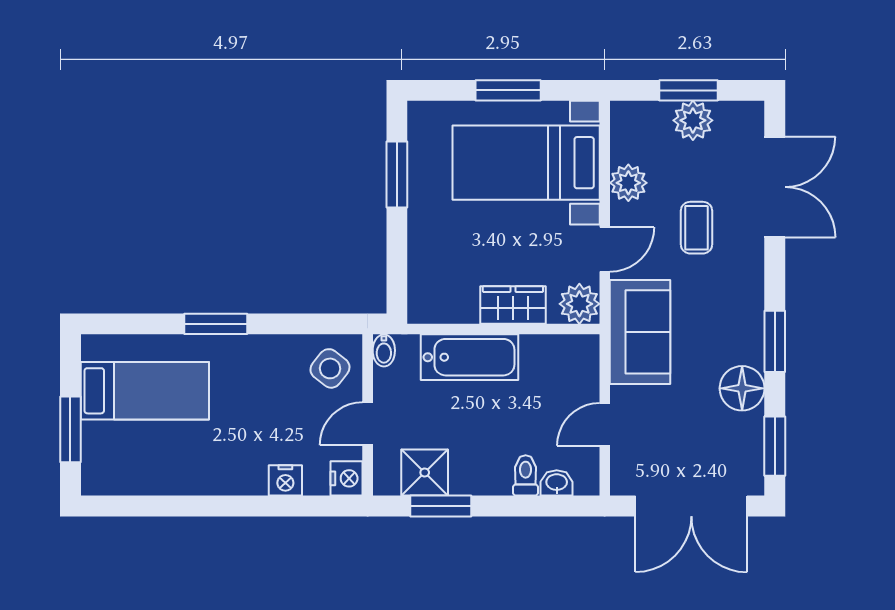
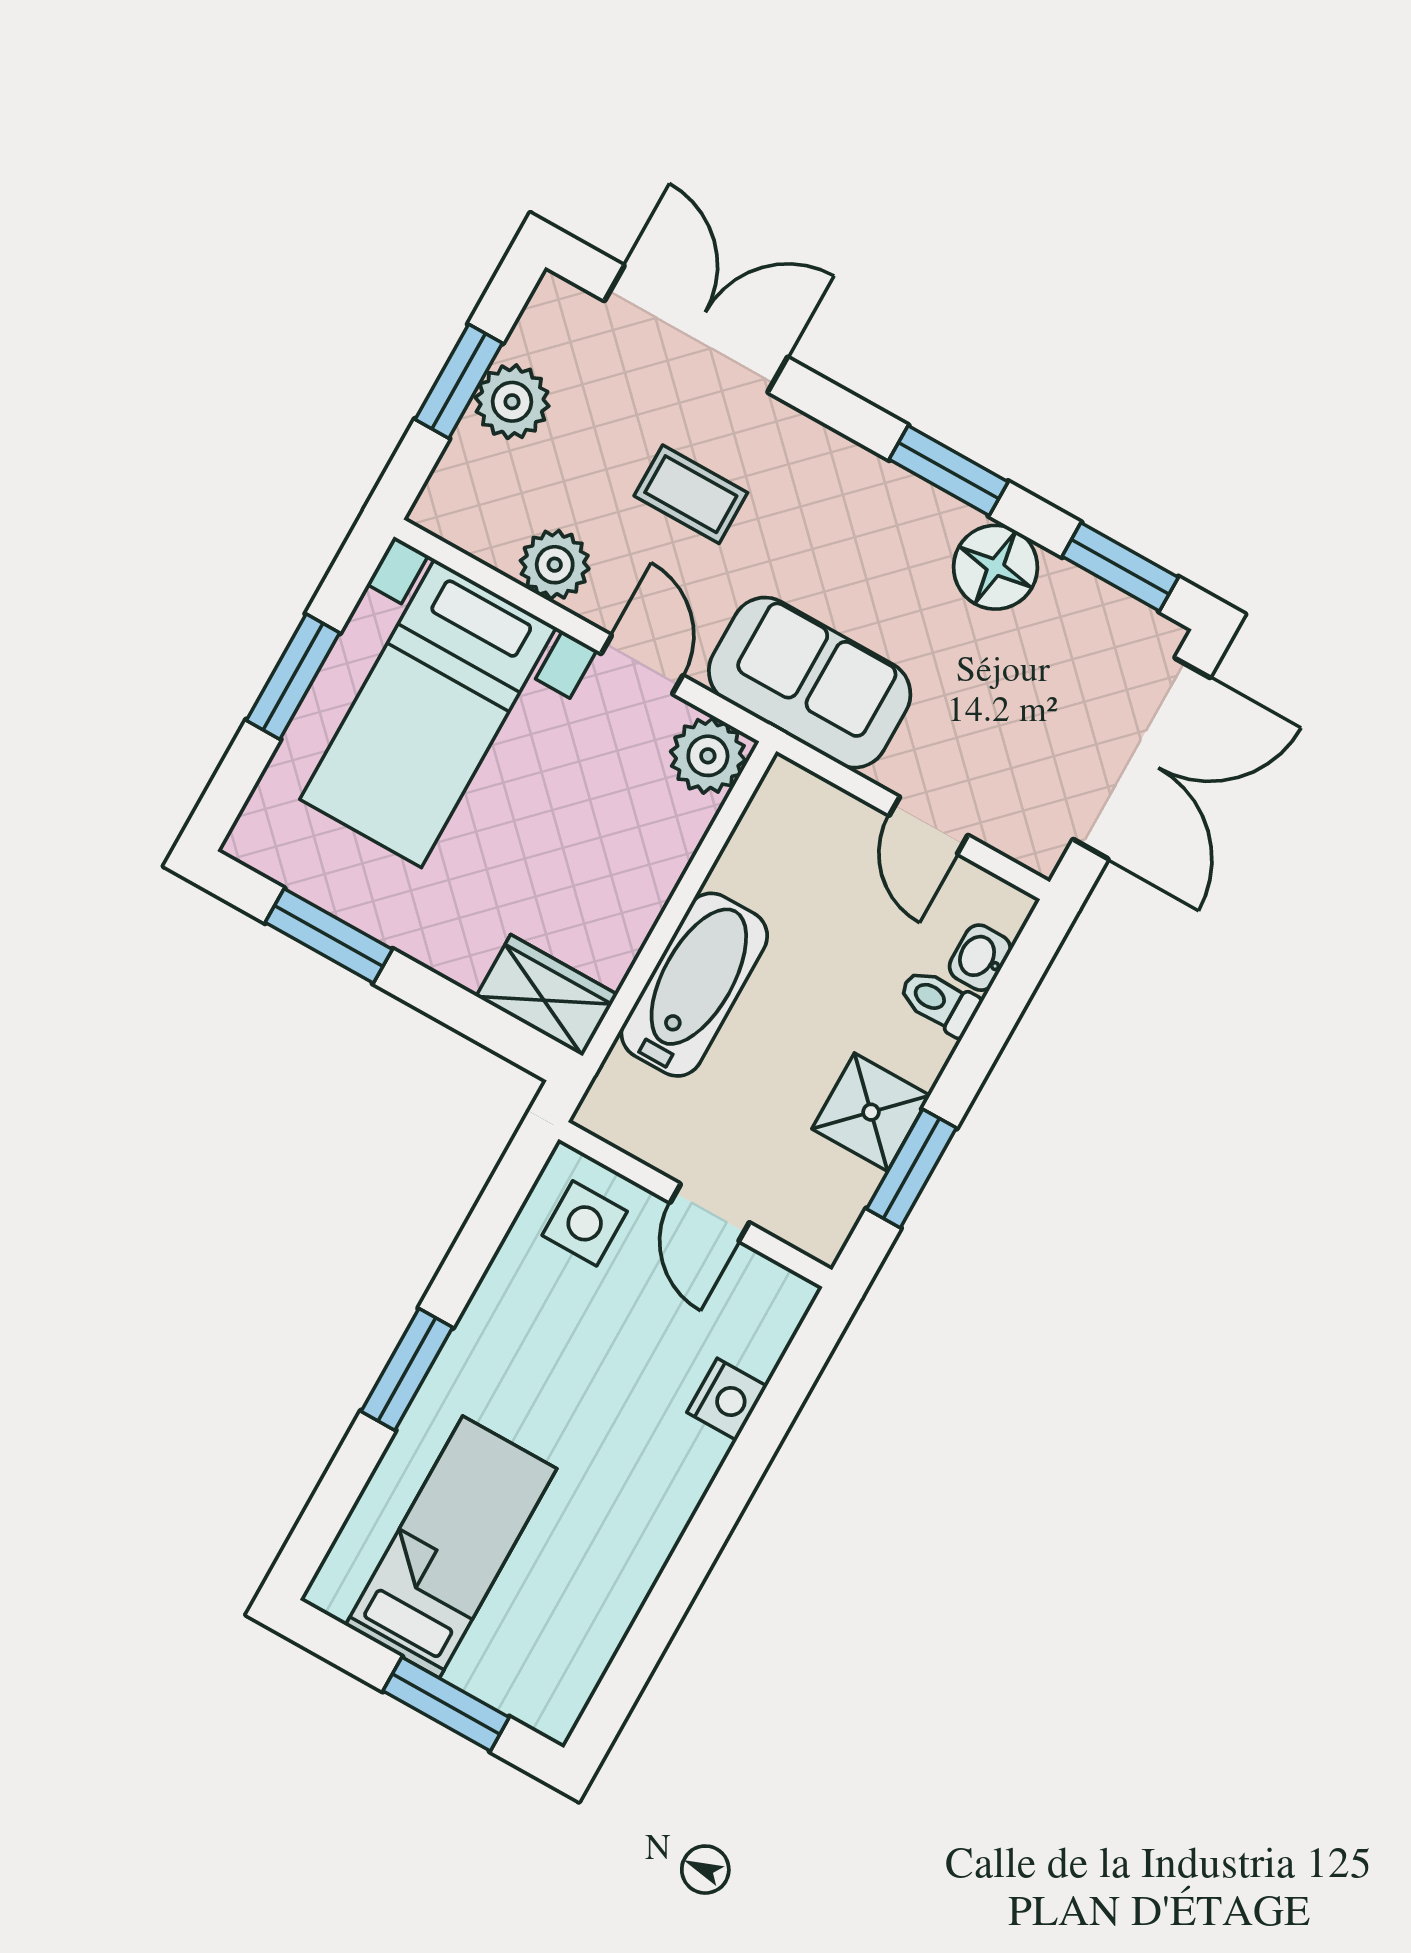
wardrobe: (513, 305) -> (547, 995), moved, turned 90
bidet: (384, 350) -> (605, 1119), removed
side table: (330, 368) -> (585, 1223), turned -38
shower: (425, 473) -> (871, 1112), moved
nightstand: (347, 478) -> (780, 1297), removed

